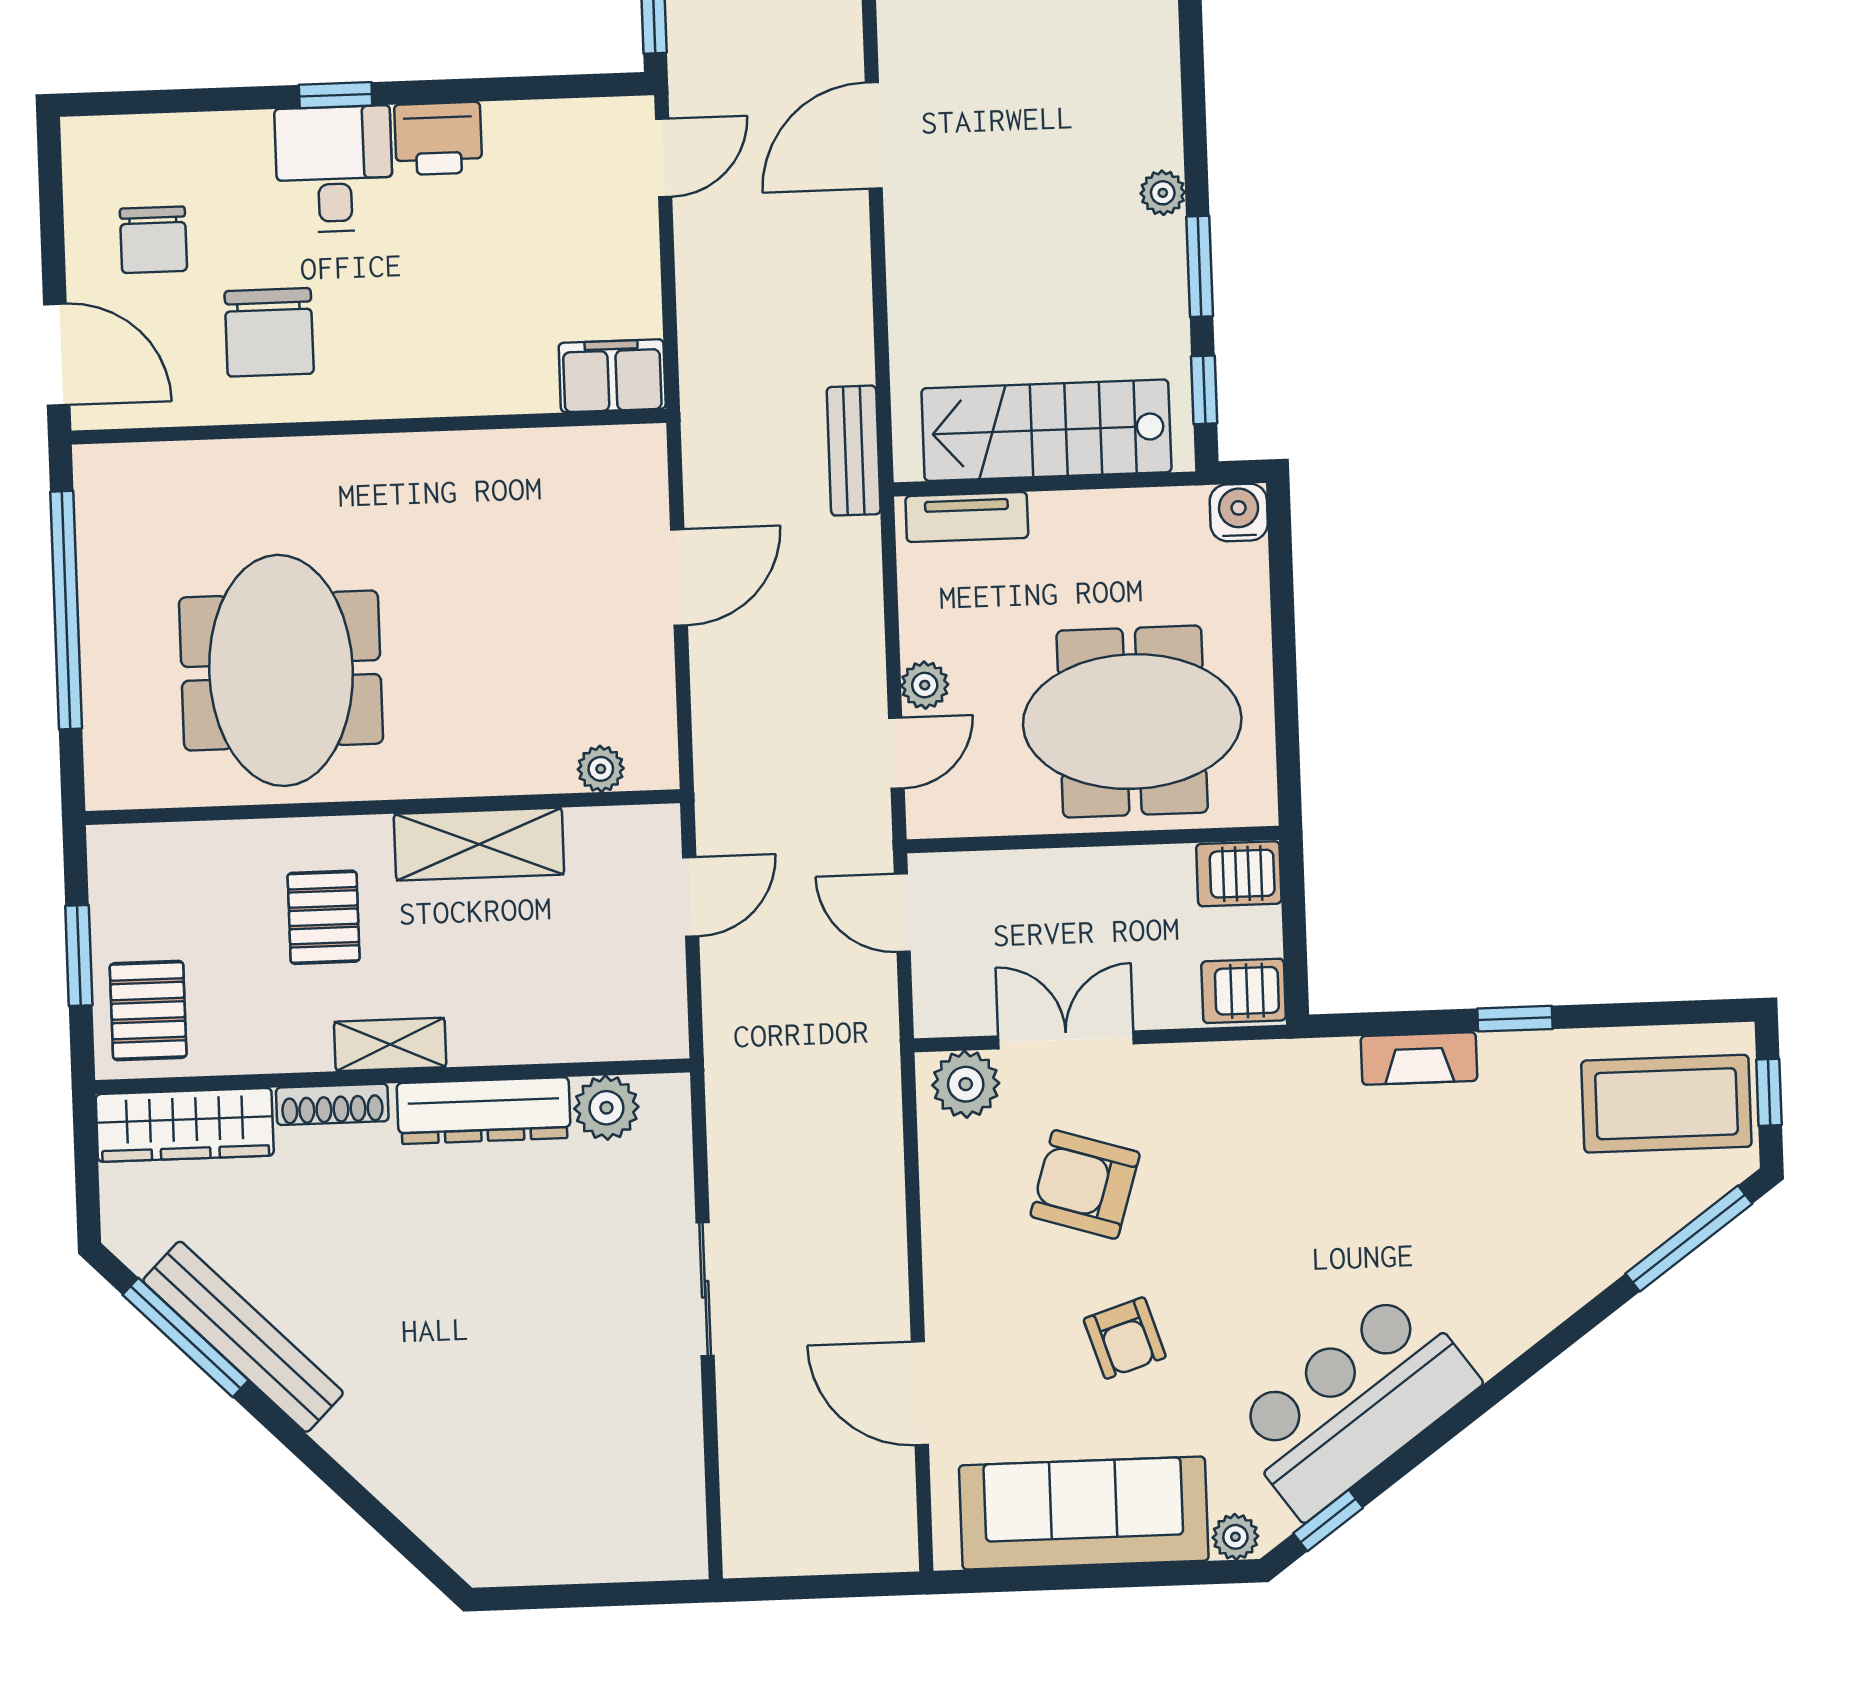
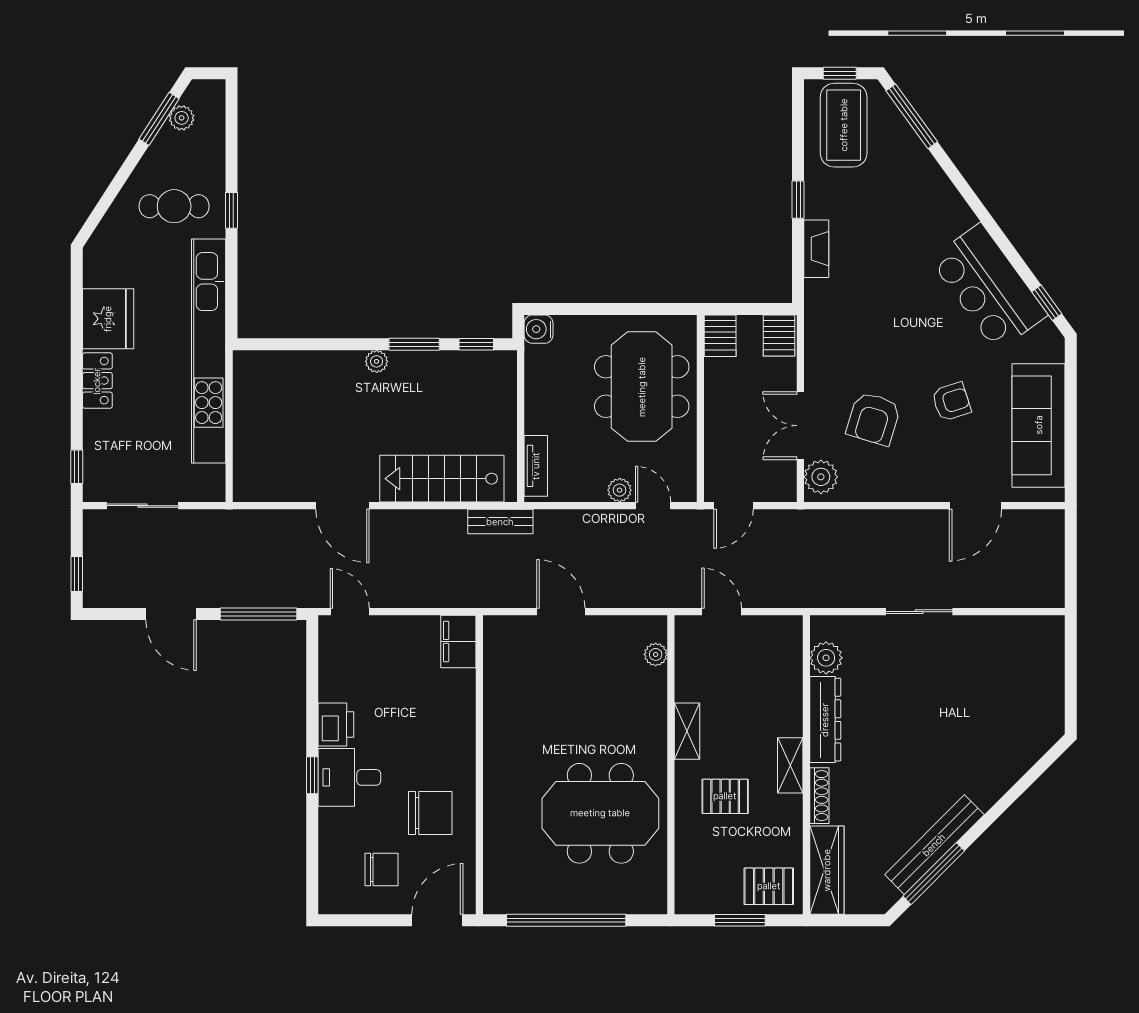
stairs: (1046, 430) -> (442, 479), moved, turned 90
shelving: (479, 844) -> (687, 731), width x0.67, depth x0.75
plant: (1235, 1537) -> (1053, 350), removed

